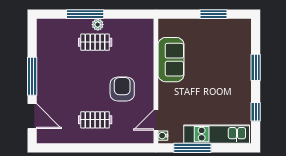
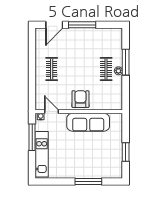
sofa: (171, 60) -> (88, 122), width x1.36
window: (256, 67) -> (88, 182), width x1.44
armchair: (122, 89) -> (80, 99), moved, turned -90
window: (256, 112) -> (57, 182), removed

